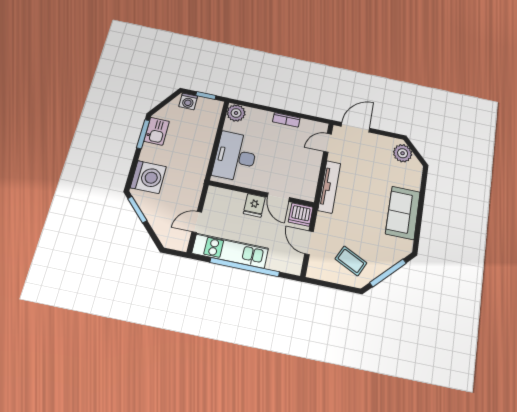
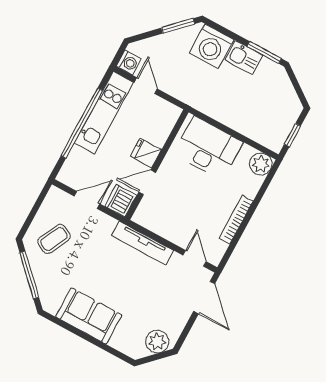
washing machine: (188, 101) -> (129, 62), moved, turned 180
bookcase: (286, 120) -> (236, 220), width x1.56
kitchen sink: (157, 131) -> (244, 58), moved

